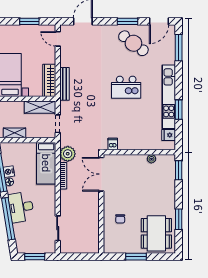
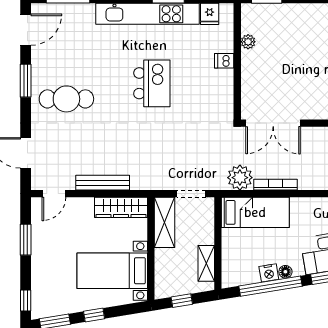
door: (159, 21) -> (26, 30), hinge flipped
cafe table: (133, 43) -> (66, 99), moved, turned 53
bench: (64, 84) -> (103, 183), moved
kitchen island: (126, 87) -> (152, 83), moved
dishwasher: (113, 144) -> (224, 61), moved

